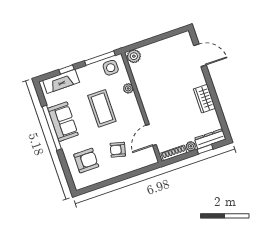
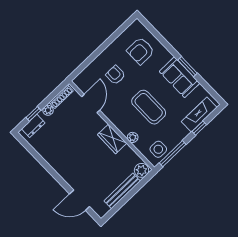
bench: (159, 46) -> (122, 191), added
wardrobe: (204, 99) -> (112, 139), moved, turned 180
window: (52, 128) -> (187, 67), width x0.47
dresser: (210, 139) -> (33, 126), width x0.70
armchair: (118, 150) -> (116, 75), turned -104

